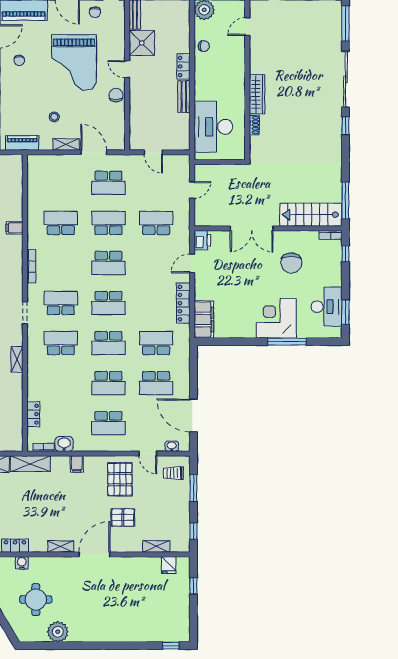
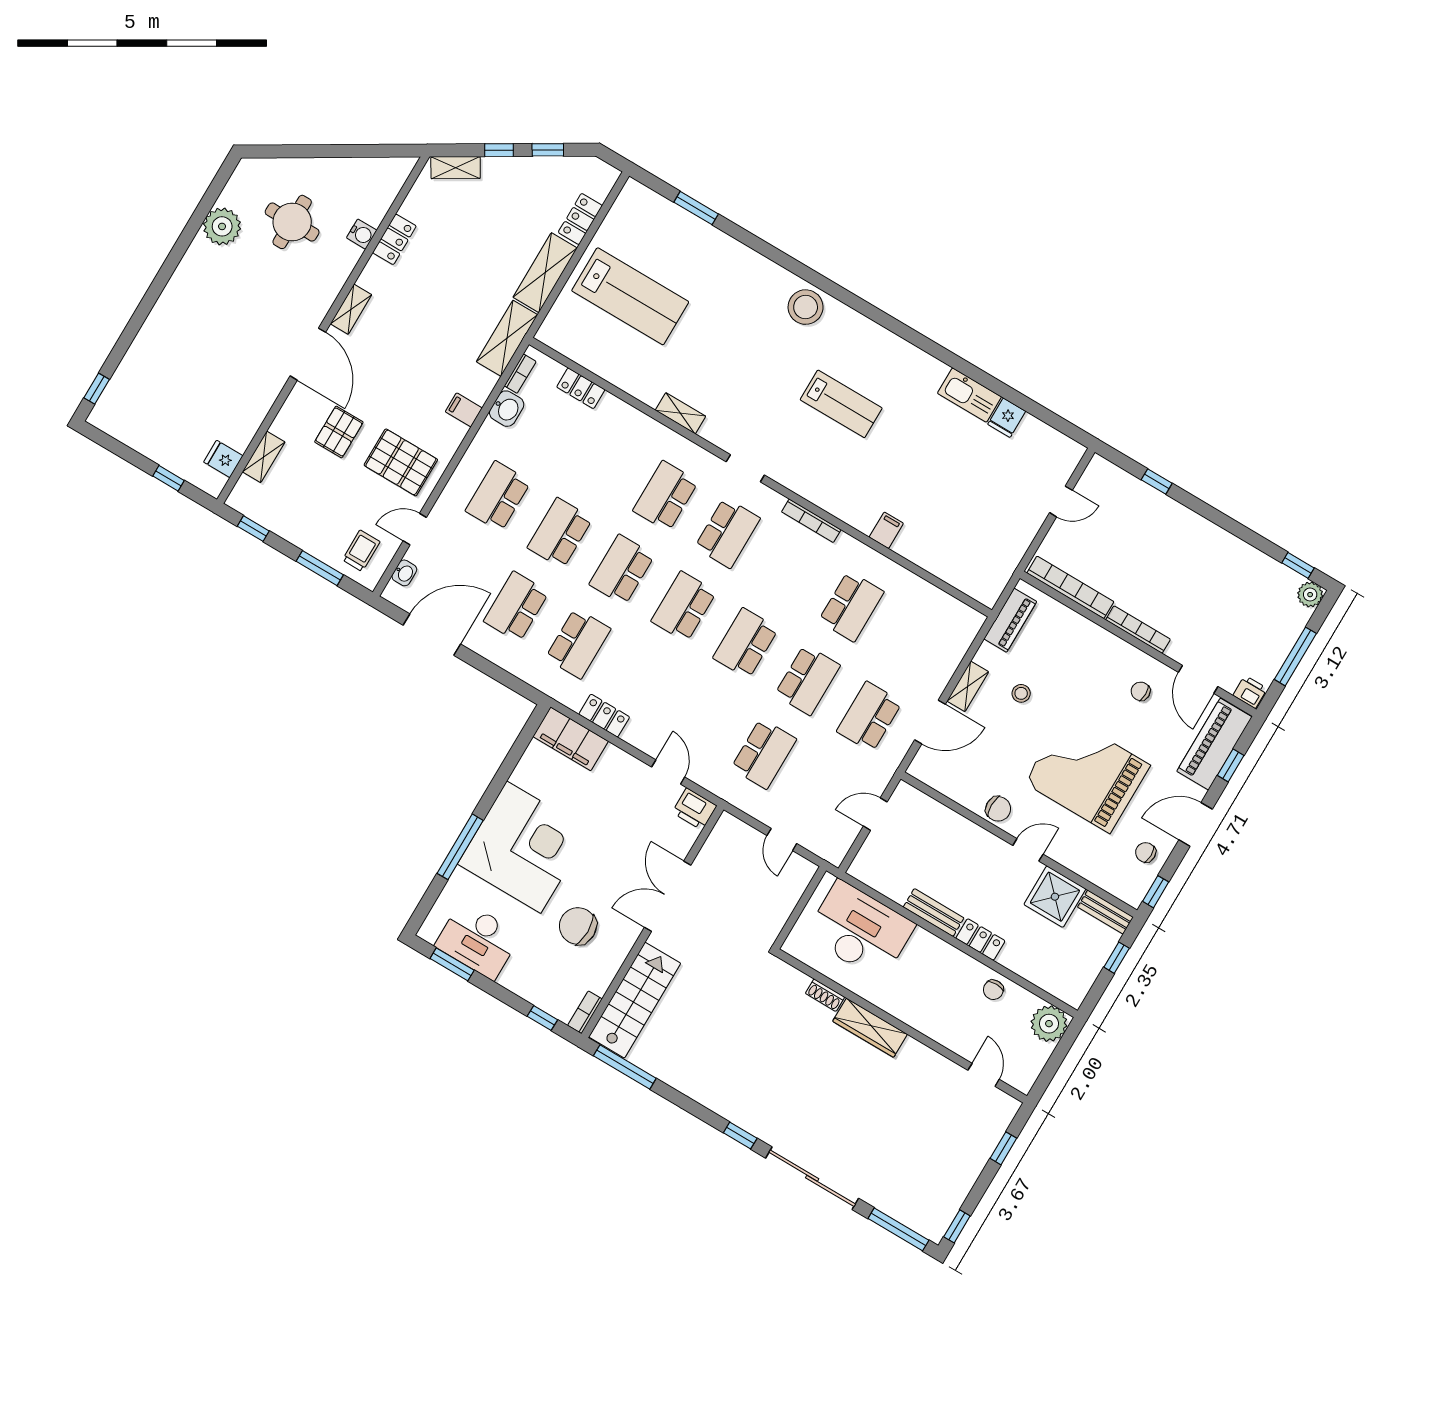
locker: (183, 303) -> (604, 716), width x0.66
corner desk: (276, 318) -> (524, 847), width x1.36, depth x1.36
school desk: (61, 343) -> (666, 496), turned 180

